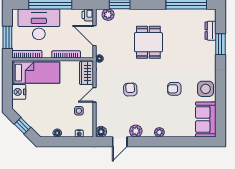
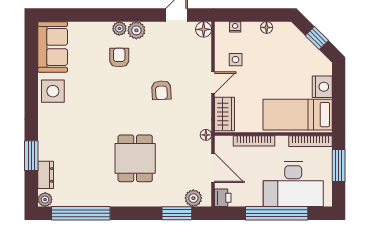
plant: (211, 14) -> (45, 200), added
armchair: (174, 89) -> (119, 58), moved, turned -90
plant: (136, 131) -> (136, 30), moved

